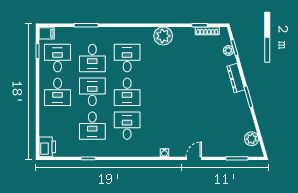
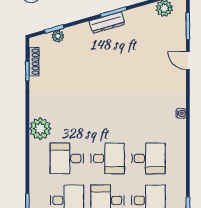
plant: (163, 36) -> (40, 129), moved
dresser: (236, 78) -> (107, 23), moved
desk: (127, 126) -> (148, 158), turned 180
door: (194, 158) -> (188, 60), moved

